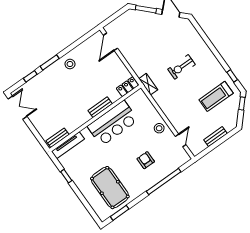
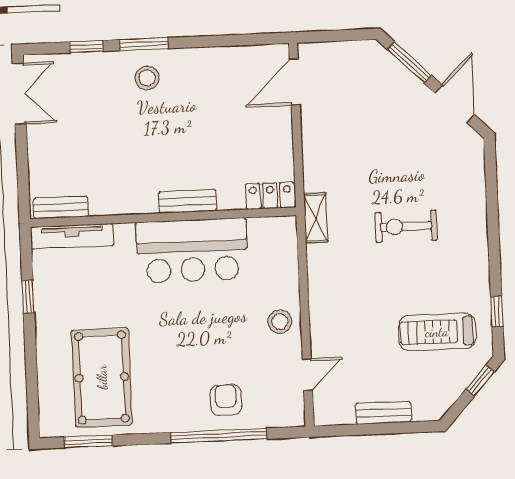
stool: (70, 64) -> (147, 78), moved
armchair: (146, 160) -> (226, 400), moved

